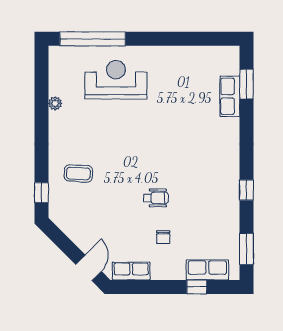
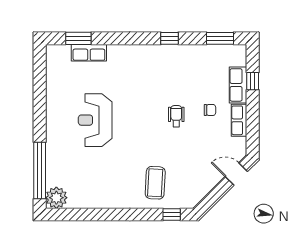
reception desk: (116, 80) -> (95, 120), moved
plant: (55, 103) -> (56, 198), moved, width x1.88, depth x1.88
coffee table: (78, 173) -> (155, 183), width x1.36, depth x1.30
row of seats: (207, 270) -> (238, 85), moved
row of seats: (131, 271) -> (239, 120), moved

